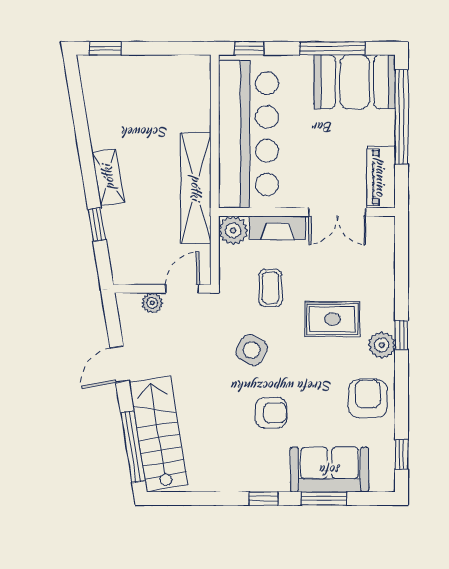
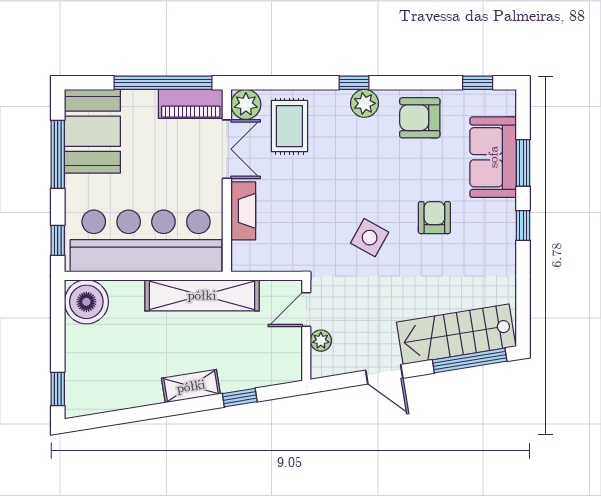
boiler: (190, 76) -> (86, 302), added
window: (401, 117) -> (163, 83), moved
plant: (233, 230) -> (246, 104), moved
coffee table: (270, 288) -> (305, 218), removed
door: (182, 289) -> (306, 310), hinge flipped
rug: (332, 319) -> (289, 126), moved

